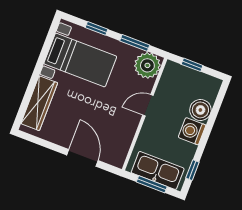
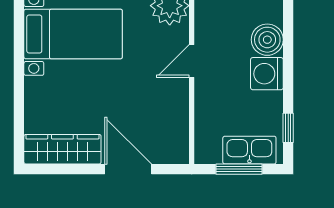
wardrobe: (39, 103) -> (62, 149), moved, turned -90
kitchen sink: (158, 170) -> (249, 150), width x0.73, depth x0.81

